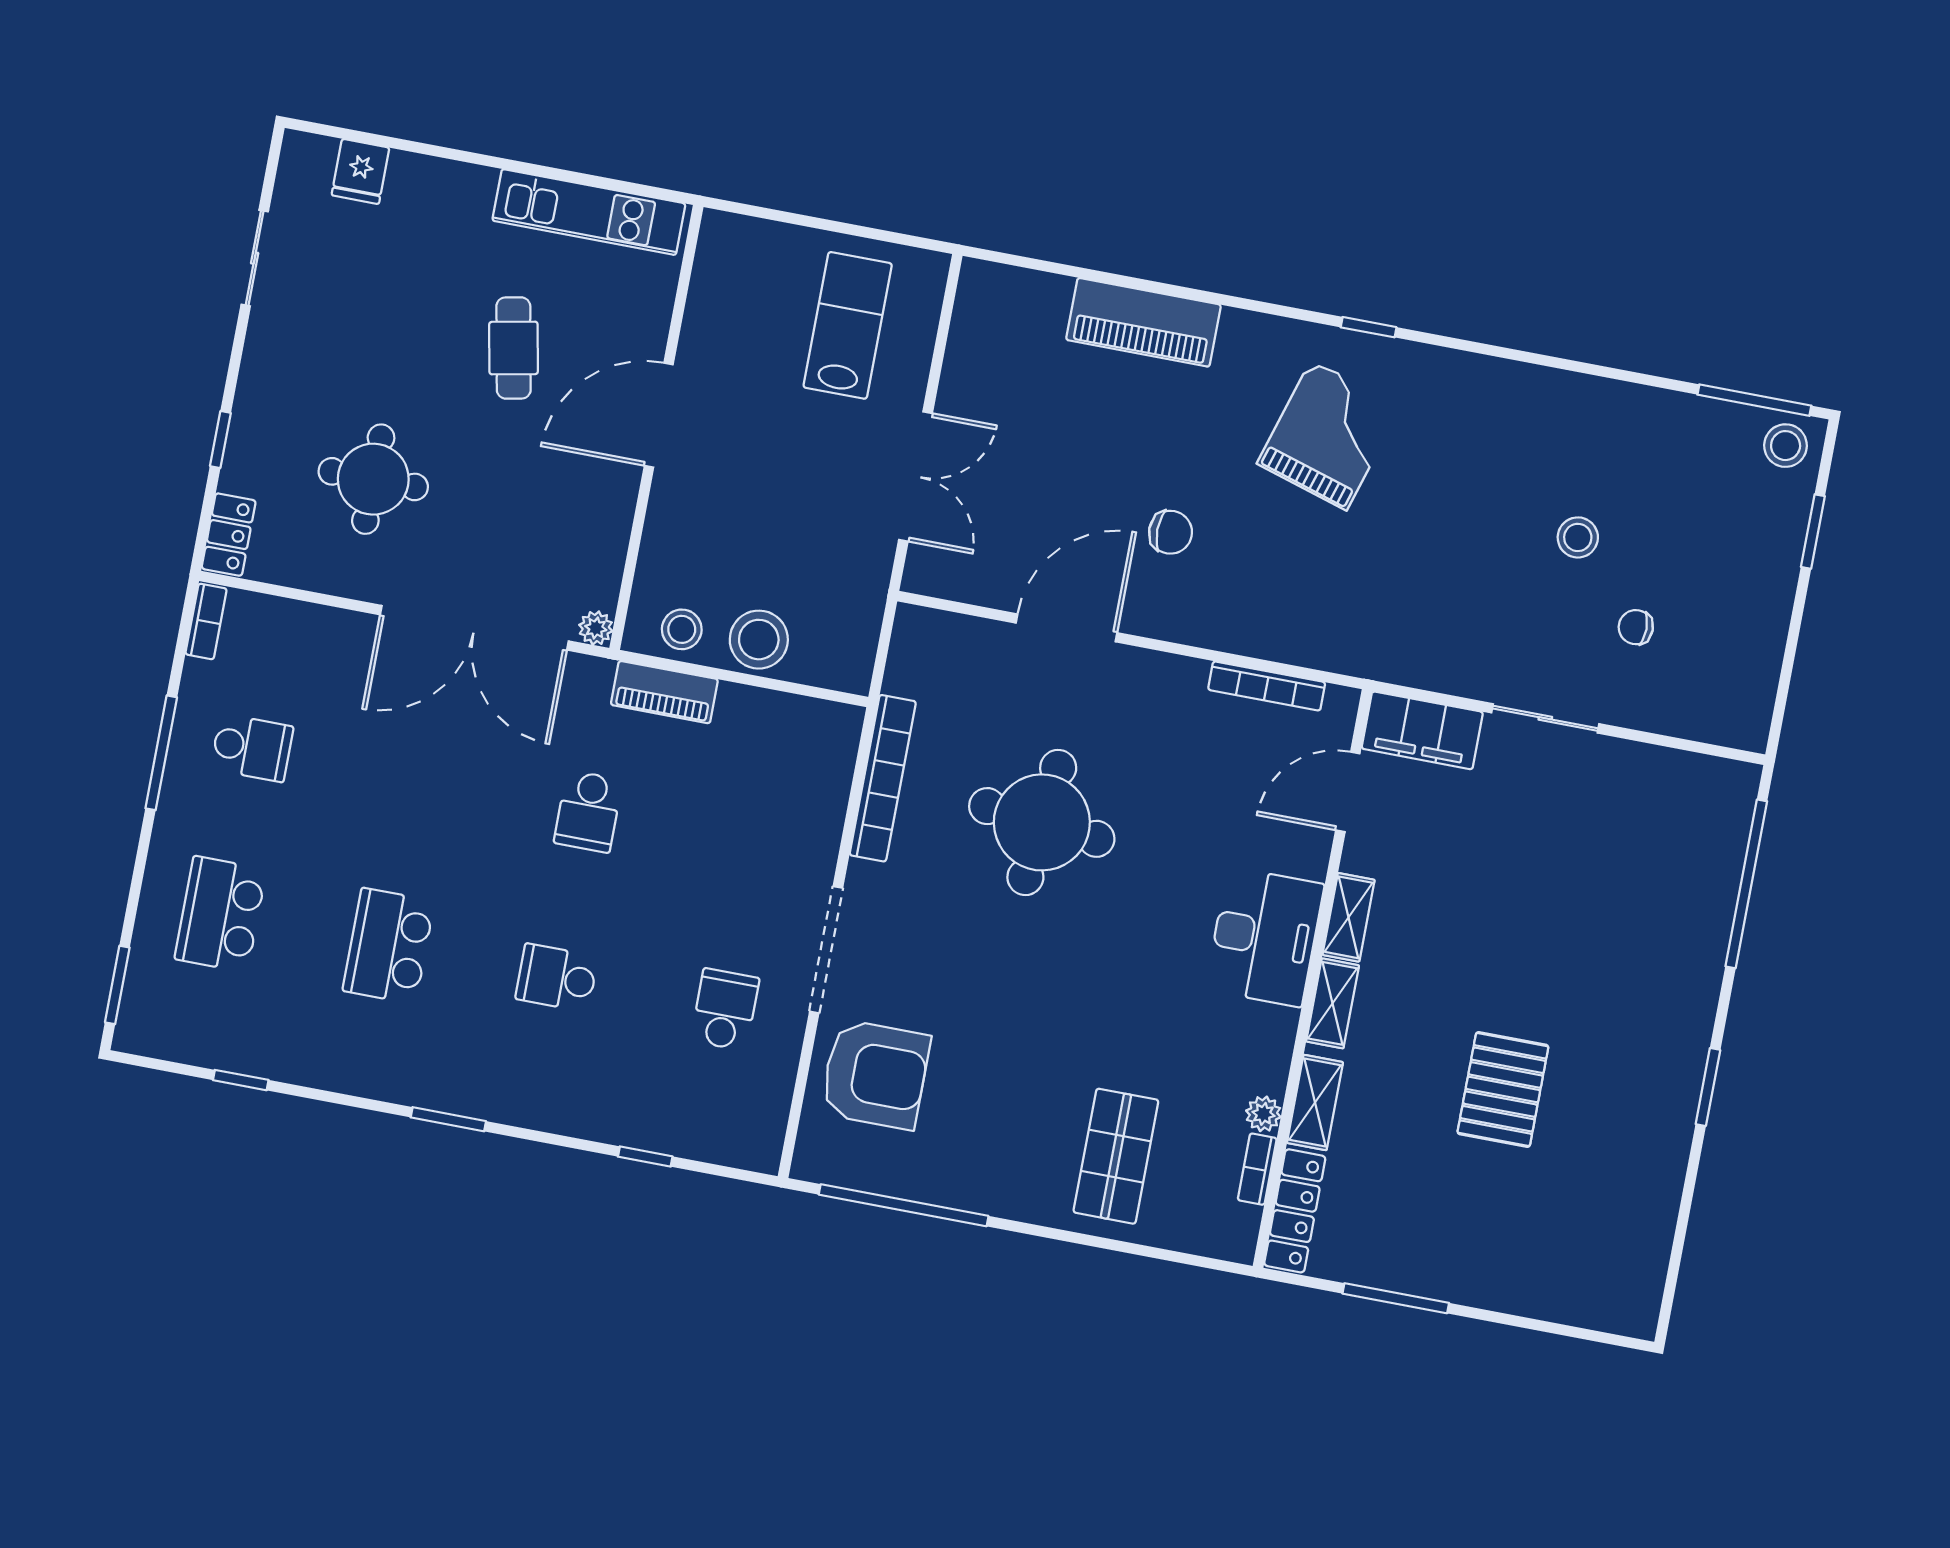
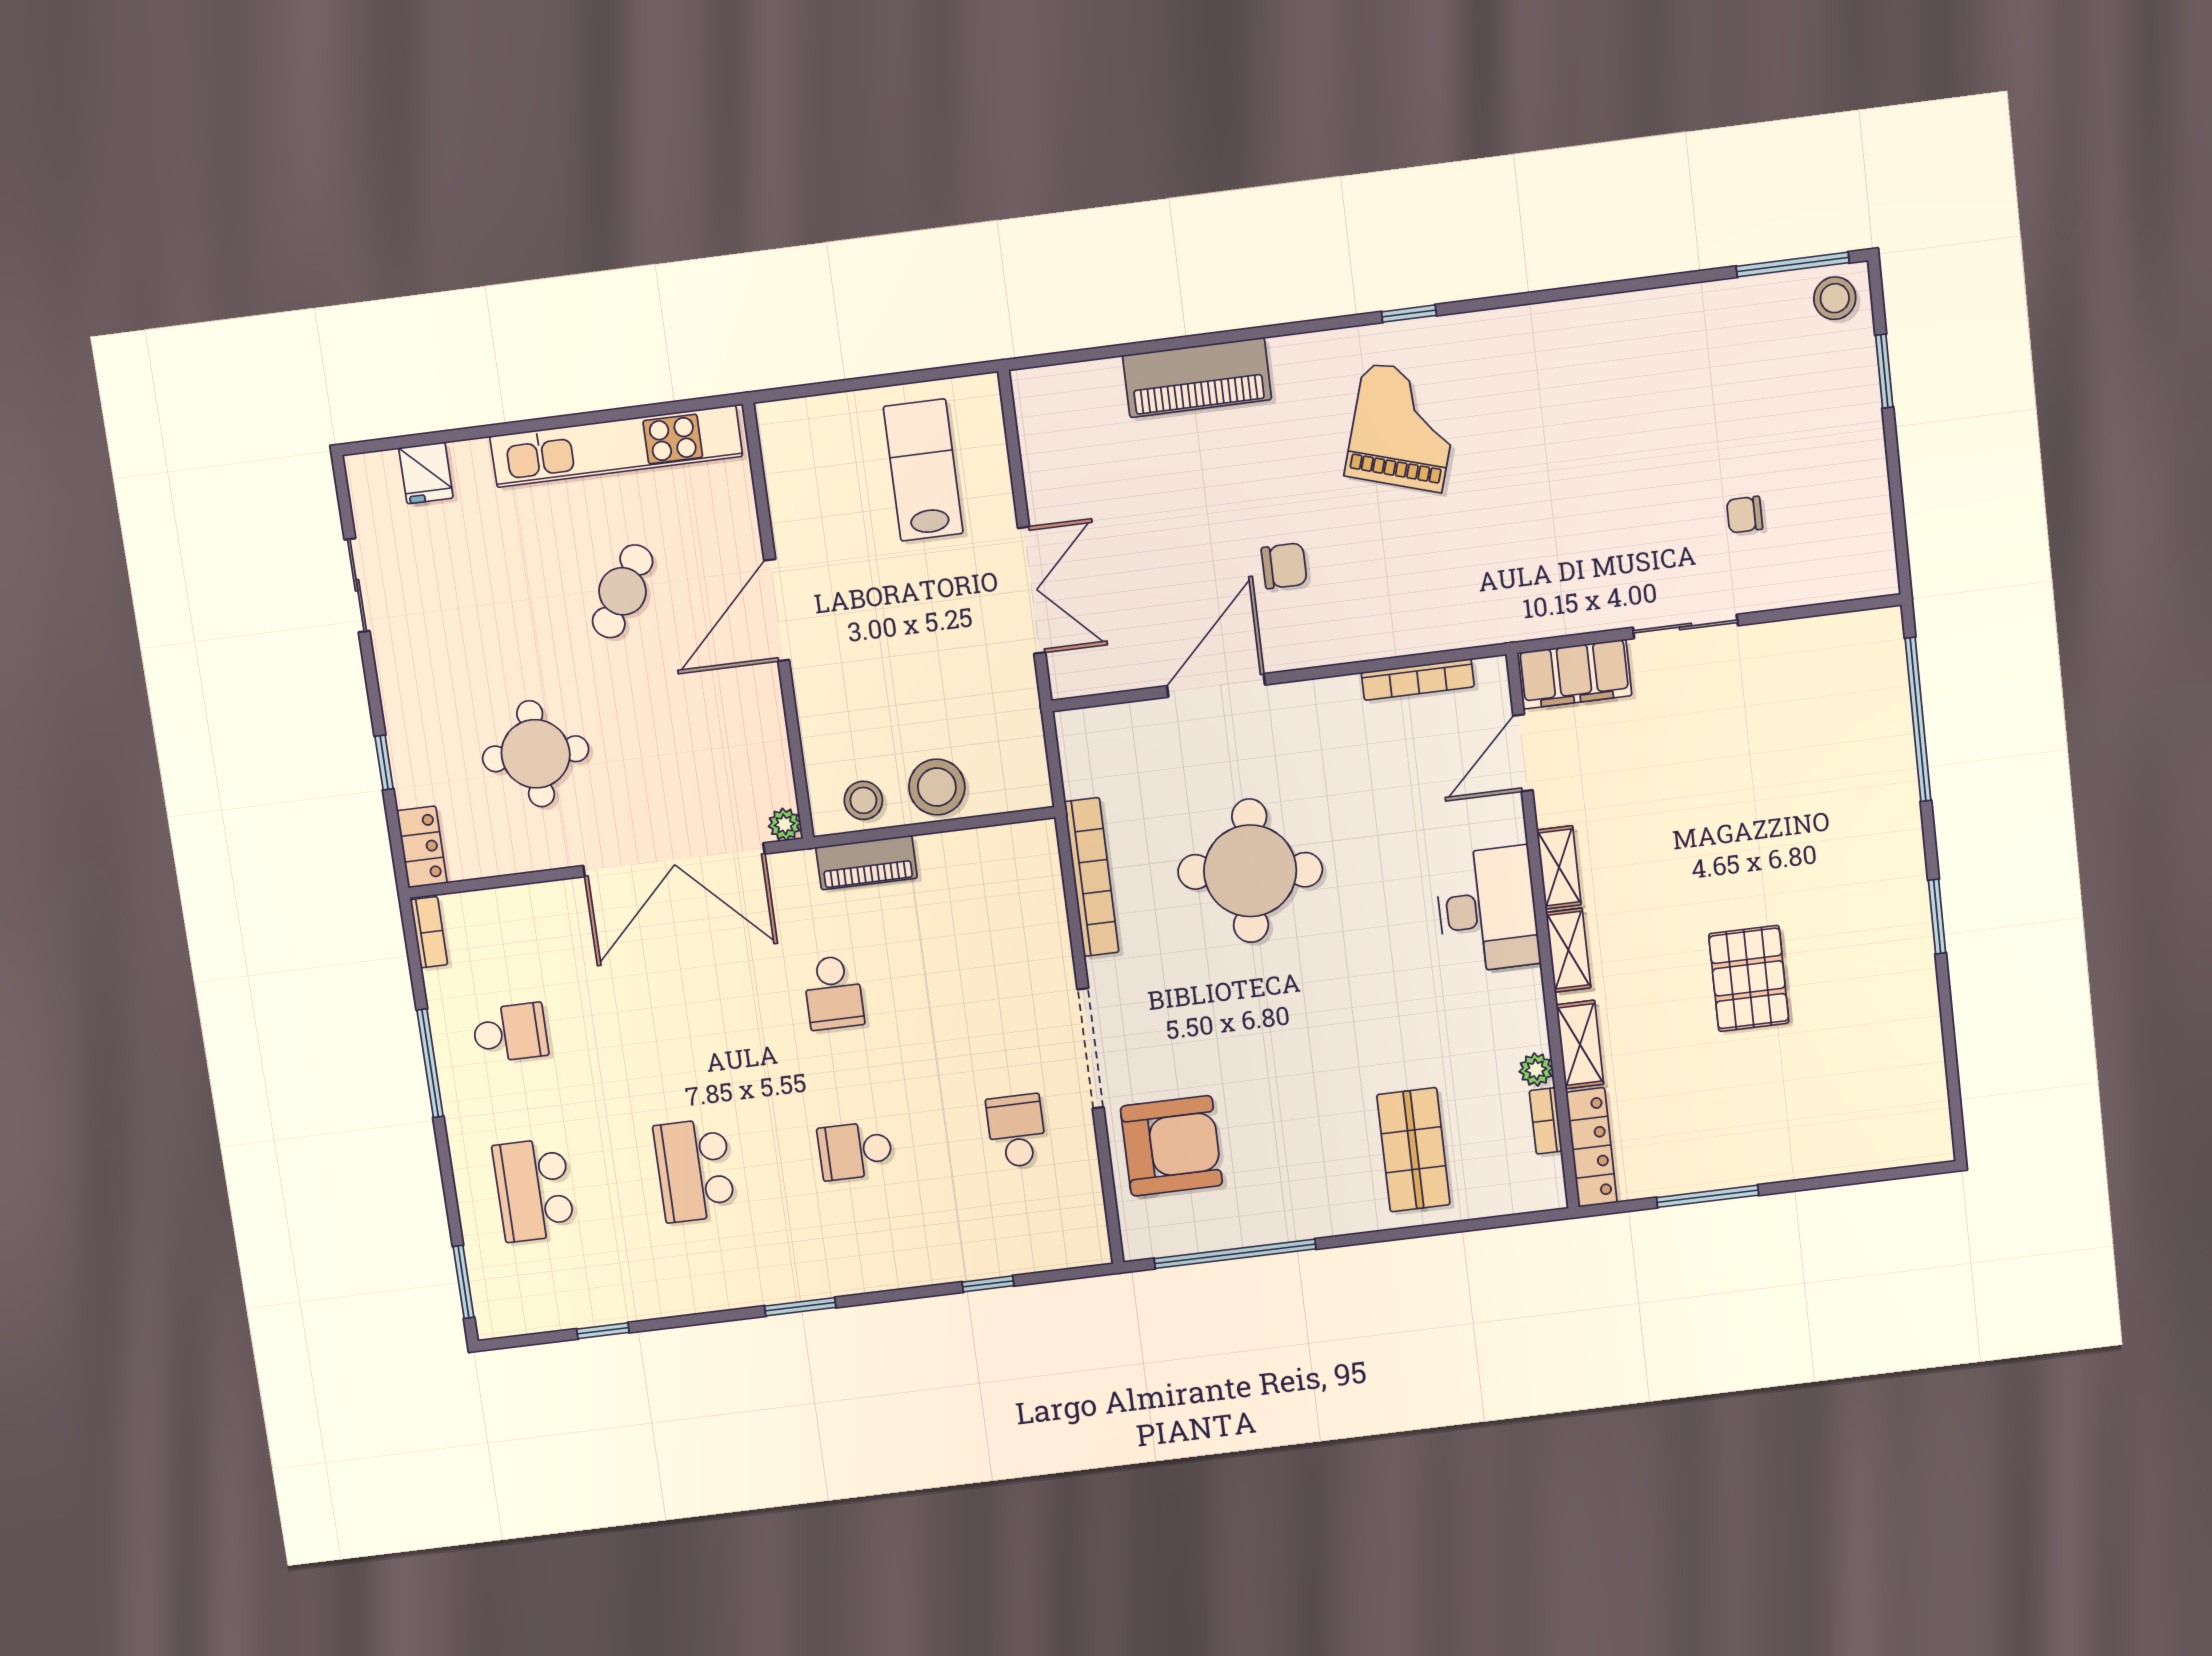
kitchen unit: (589, 212) -> (616, 446), width x1.36
cafe table: (514, 348) -> (623, 591), turned 43
stool: (1578, 537) -> (1665, 448), removed

